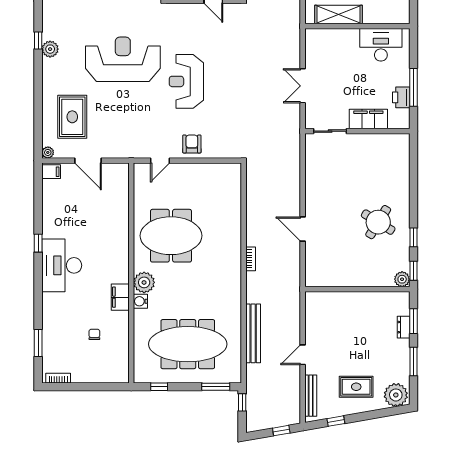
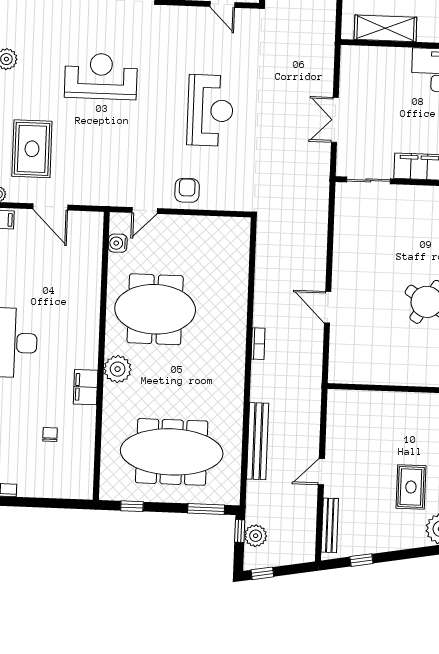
reception desk: (123, 59) -> (101, 76), width x0.74, depth x0.77
reception desk: (186, 81) -> (210, 110), moved, turned 180
water cooler: (140, 301) -> (118, 243), moved
rug: (356, 387) -> (411, 487), moved, turned 90
plant: (254, 406) -> (256, 536), added
window: (281, 431) -> (262, 573), moved

